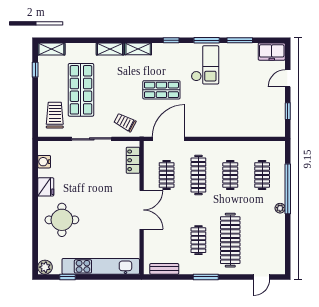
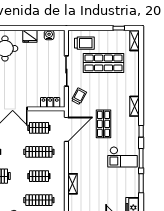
shelving: (110, 49) -> (73, 184), moved
door: (169, 139) -> (66, 129), hinge flipped
clothes rail: (262, 175) -> (39, 200), width x1.36

